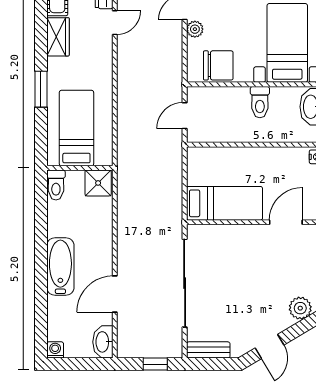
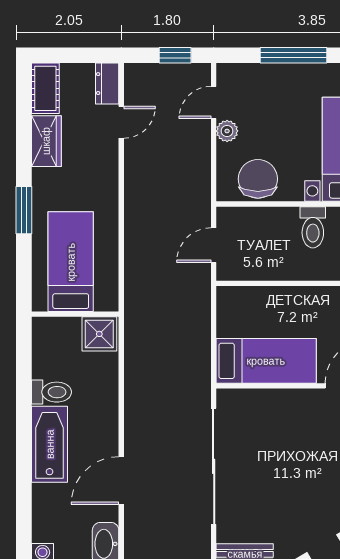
chair: (218, 65) -> (258, 179), turned -90
toilet: (56, 185) -> (51, 392), moved, turned -90

